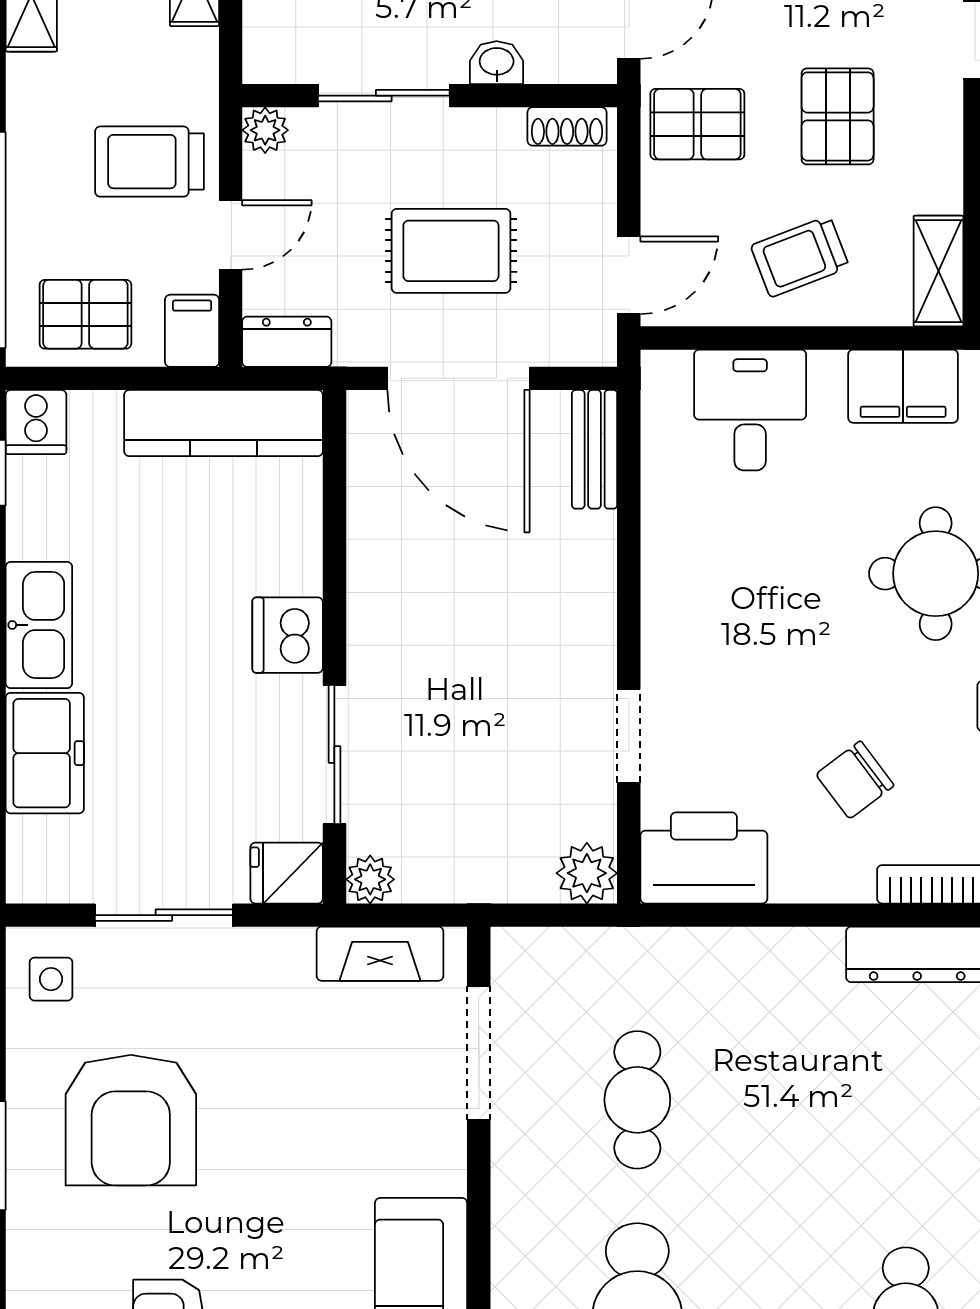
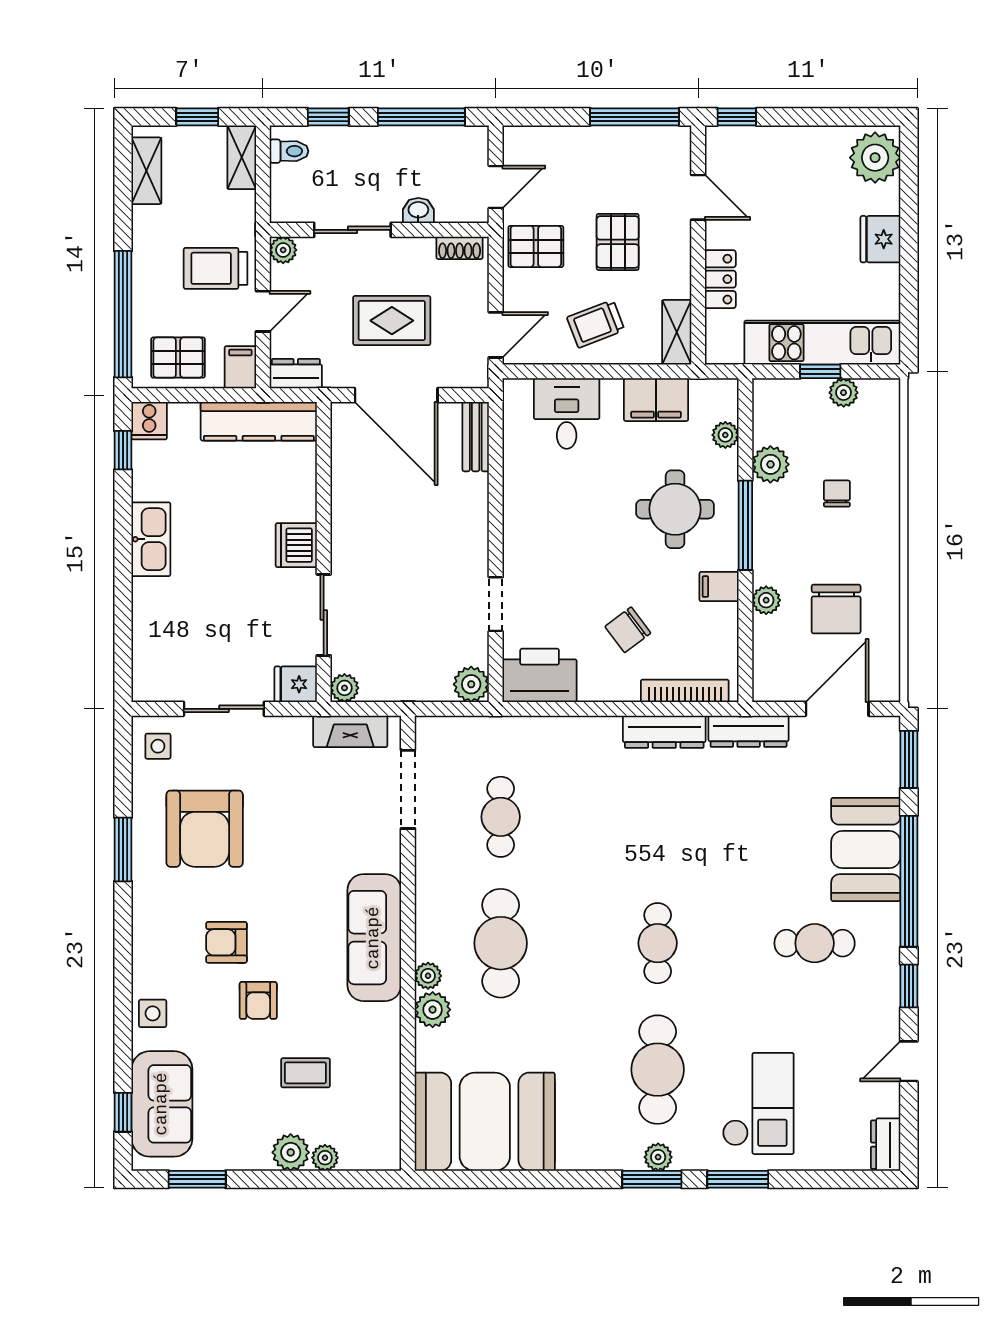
freezer: (45, 753) -> (154, 614), removed

